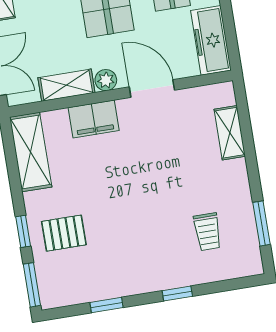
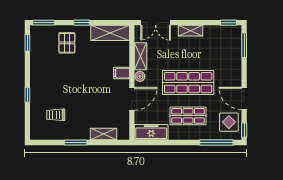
filing cabinet: (94, 119) -> (121, 73), width x0.50
window: (261, 223) -> (76, 143), moved
window: (23, 231) -> (82, 23), moved
window: (107, 305) -> (27, 43), moved

